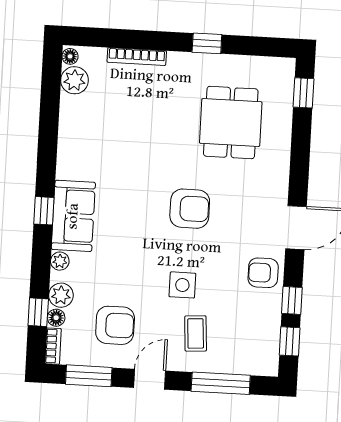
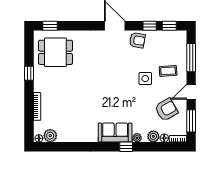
dining table: (231, 123) -> (55, 52), moved
armchair: (190, 209) -> (109, 77), removed
window: (44, 211) -> (126, 147), moved
armchair: (263, 273) -> (137, 40), turned -80
window: (38, 312) -> (162, 147), removed
armchair: (115, 325) -> (166, 110), turned 60
door: (150, 379) -> (191, 92), hinge flipped

